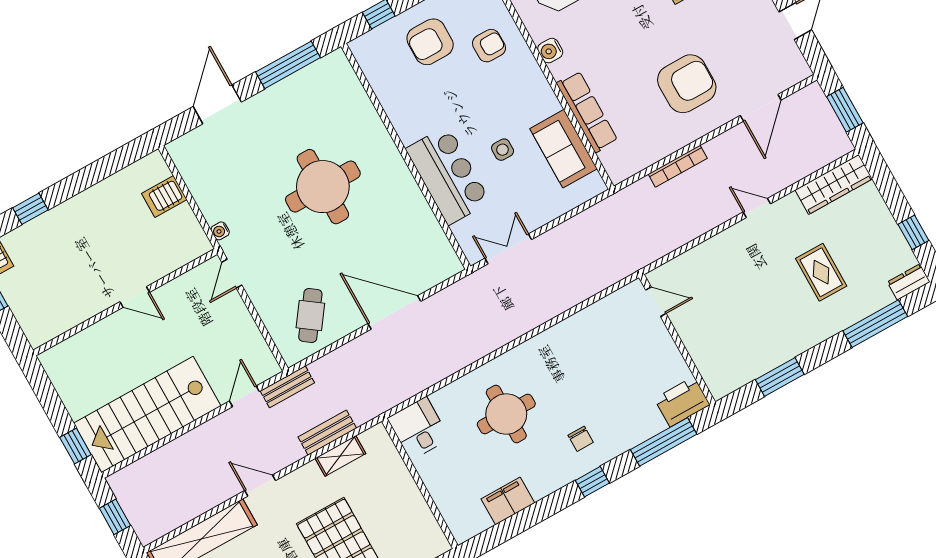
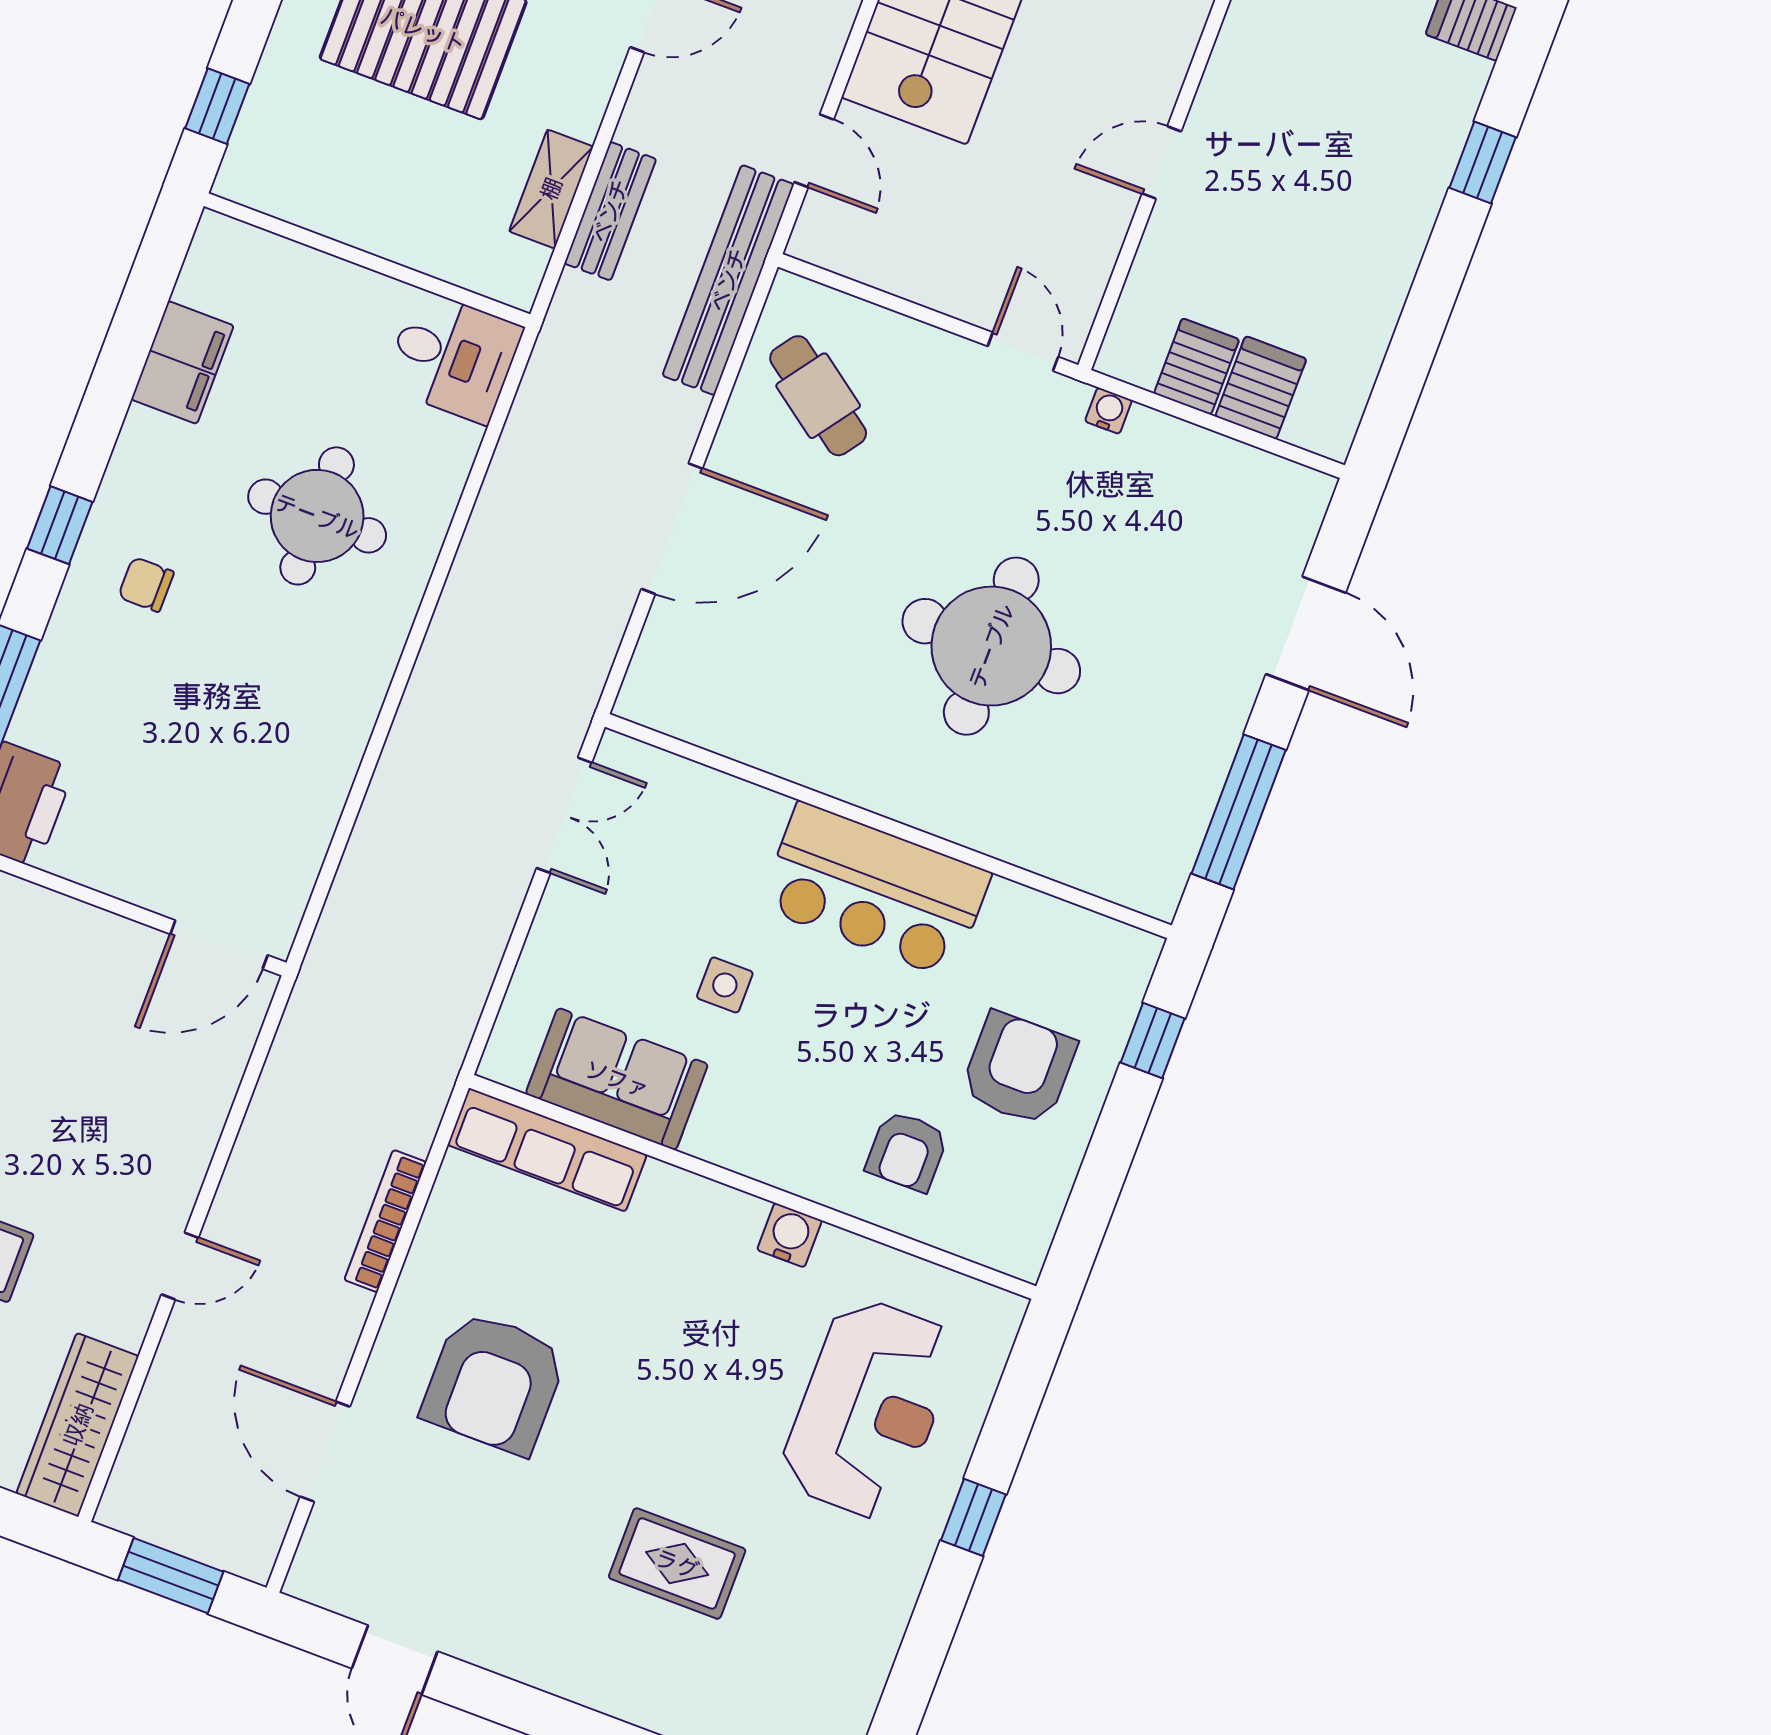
row of seats: (587, 112) -> (547, 1150), moved
bar counter: (448, 175) -> (875, 890), moved
server rack: (179, 221) -> (1197, 366), added
door: (656, 302) -> (219, 945), width x1.38
bench: (287, 387) -> (728, 280), width x1.86, depth x1.21

